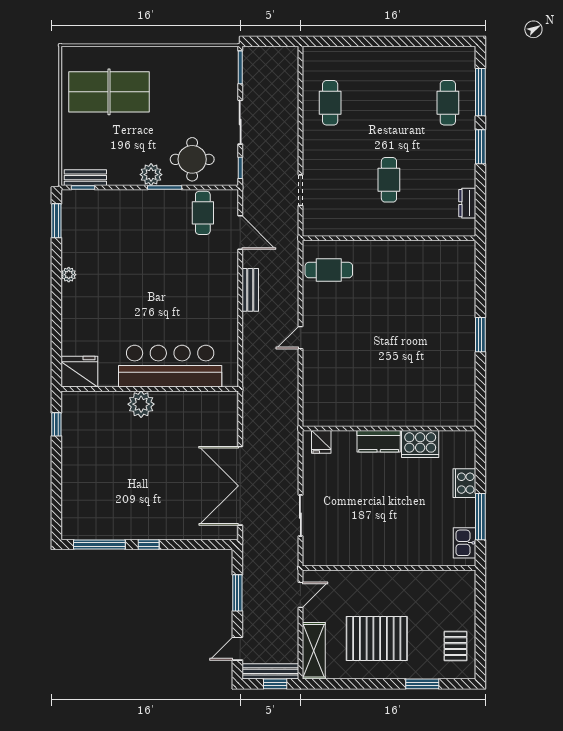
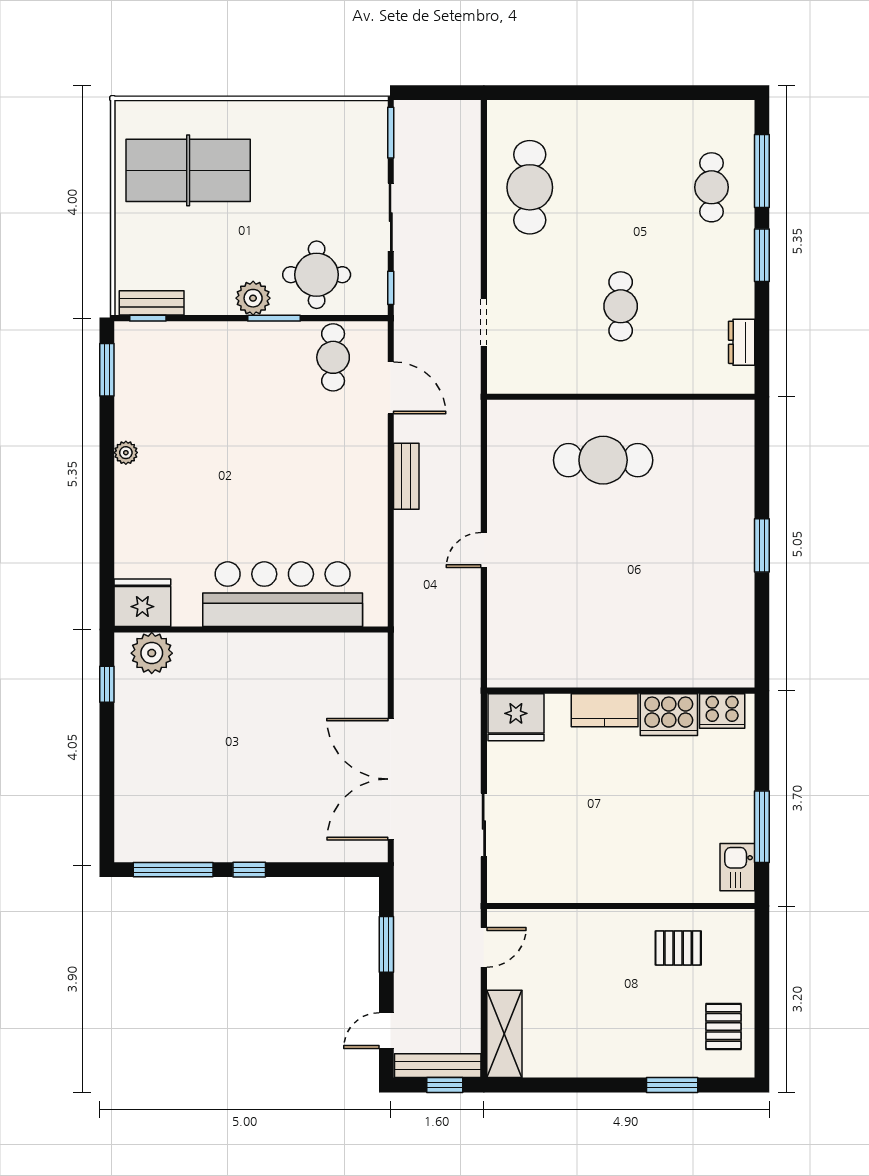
cafe table: (330, 103) -> (530, 187), width x1.37, depth x1.35
cafe table: (329, 270) -> (603, 460), moved, width x1.37, depth x1.35
plant: (141, 404) -> (152, 653), moved
fridge: (321, 442) -> (516, 717), width x1.88, depth x1.34
cooker: (464, 483) -> (722, 711), moved, turned -90
pallet: (377, 639) -> (678, 948), moved, width x0.49, depth x0.50

